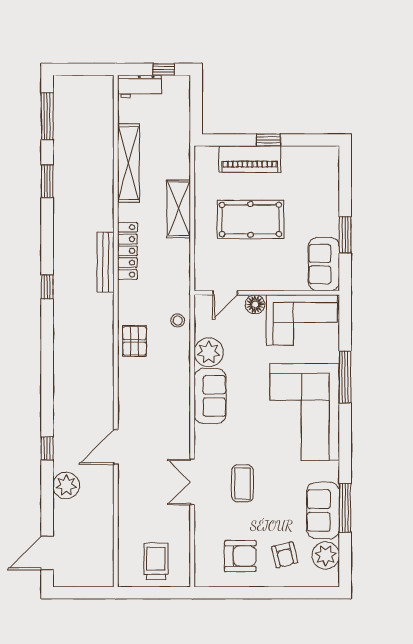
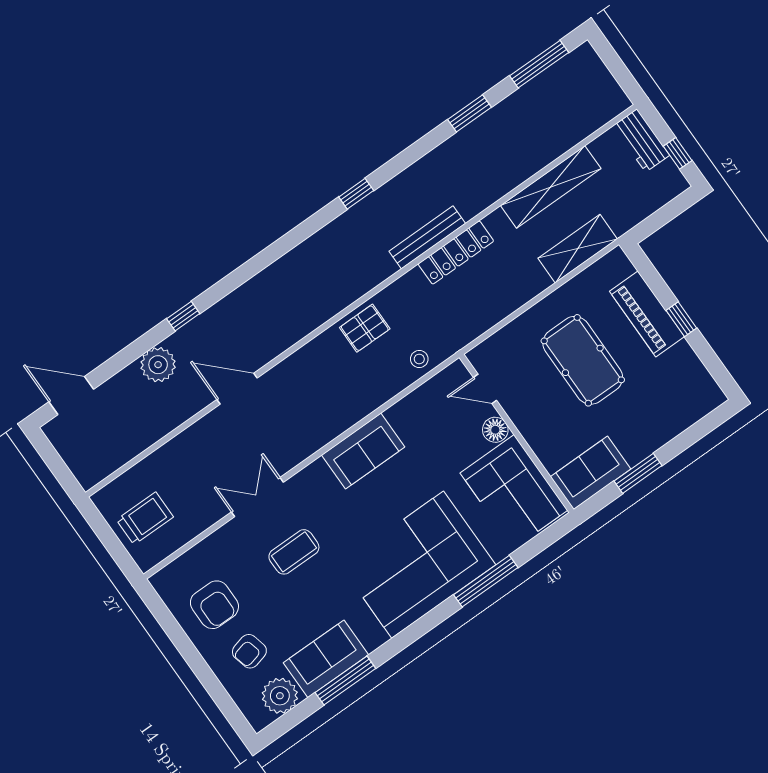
shelving: (179, 209) -> (578, 249), moved
plant: (209, 352) -> (409, 416), removed

